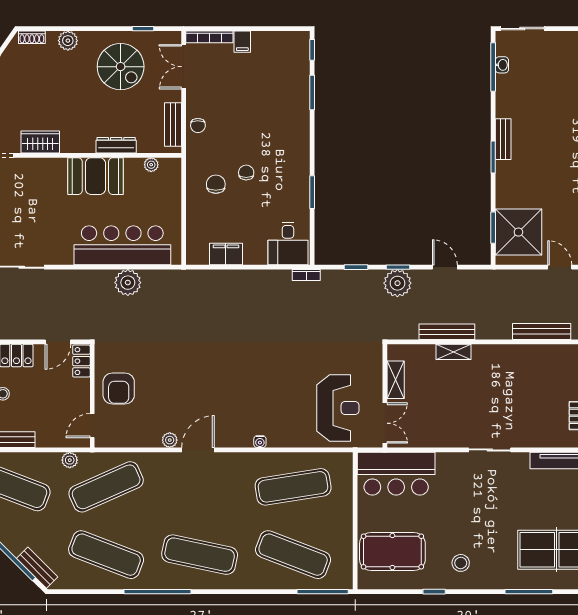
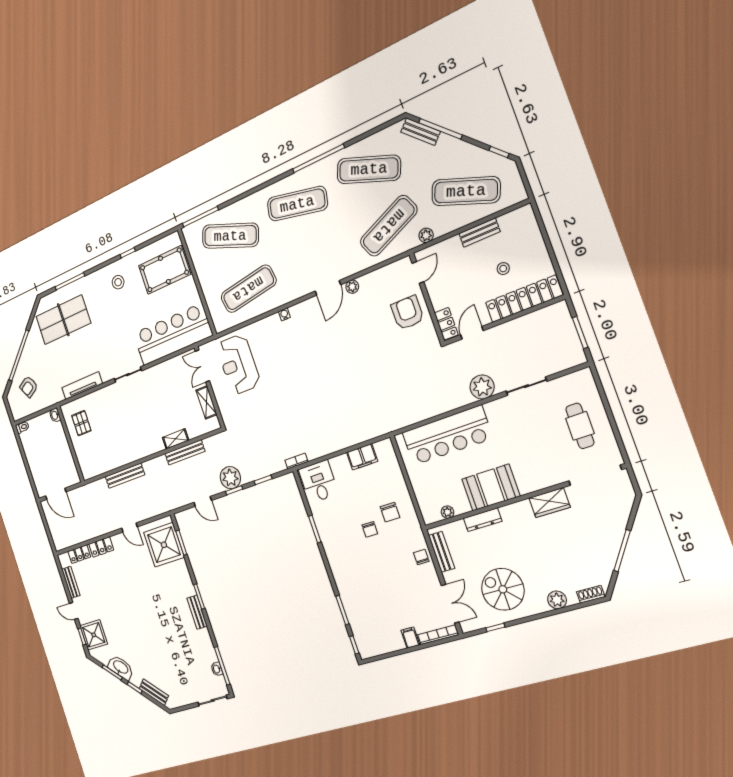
plant: (128, 283) -> (482, 387), moved
bar counter: (396, 474) -> (173, 334), width x1.36

